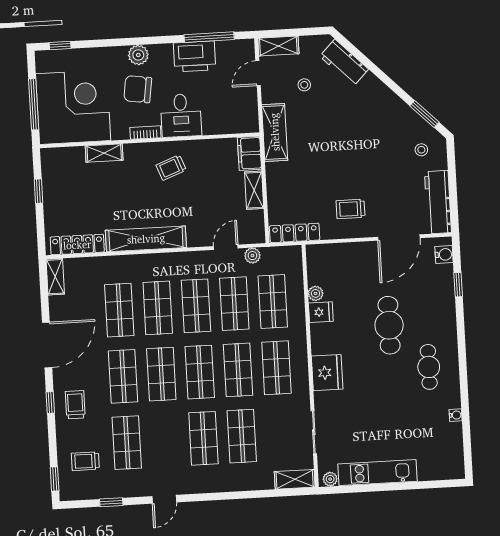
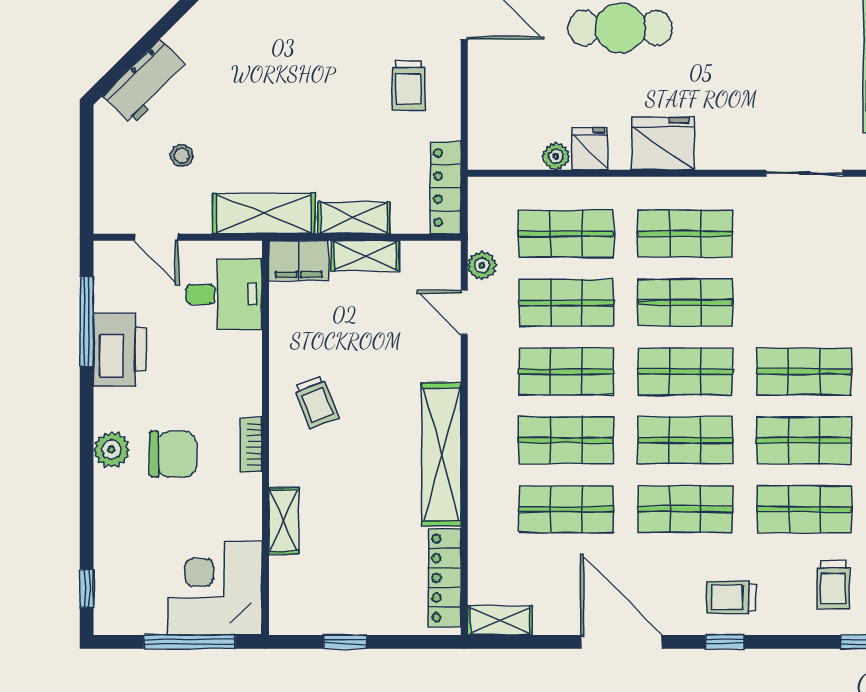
shelving: (278, 46) -> (354, 218), moved, turned 90
chair: (138, 89) -> (173, 454), turned -98
corner desk: (73, 107) -> (215, 588), width x0.74, depth x0.74
desk: (181, 115) -> (224, 294), moved
fridge: (327, 373) -> (663, 143), moved
shop shelf: (242, 436) -> (804, 440), moved

